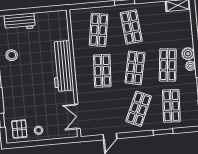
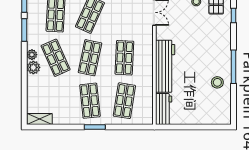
workbench: (20, 22) -> (164, 109), moved, turned 90
shop shelf: (168, 65) -> (56, 58), turned -30

